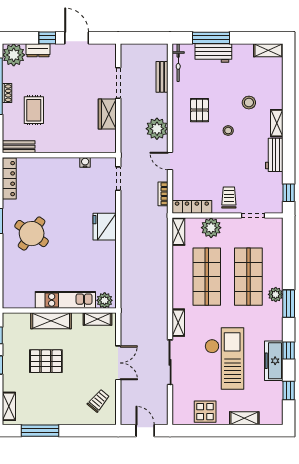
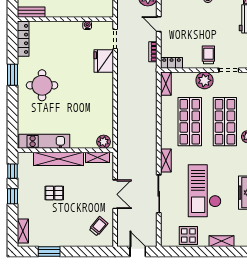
locker: (192, 207) -> (172, 63), width x0.66
fridge: (105, 227) -> (104, 61), moved
plant: (211, 228) -> (204, 80), moved
round table: (32, 234) -> (42, 85), turned -35
kitchen unit: (65, 300) -> (44, 141), moved
shelving: (51, 321) -> (58, 159), width x1.47
checkout: (224, 359) -> (205, 191), turned 180
pallet: (46, 361) -> (54, 193), width x0.67, depth x0.71
window: (40, 431) -> (49, 252), width x0.69

